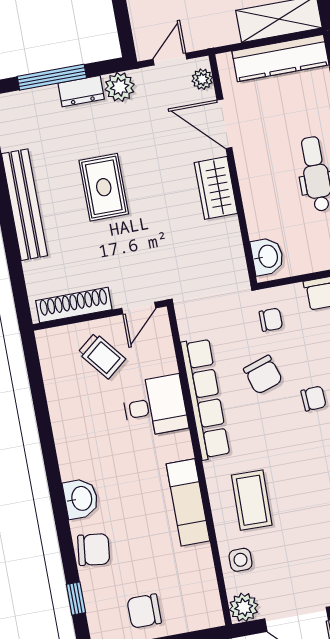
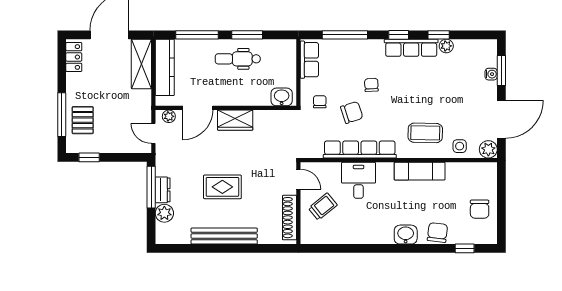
window: (52, 77) -> (151, 187), moved
plant: (120, 87) -> (164, 213), moved

